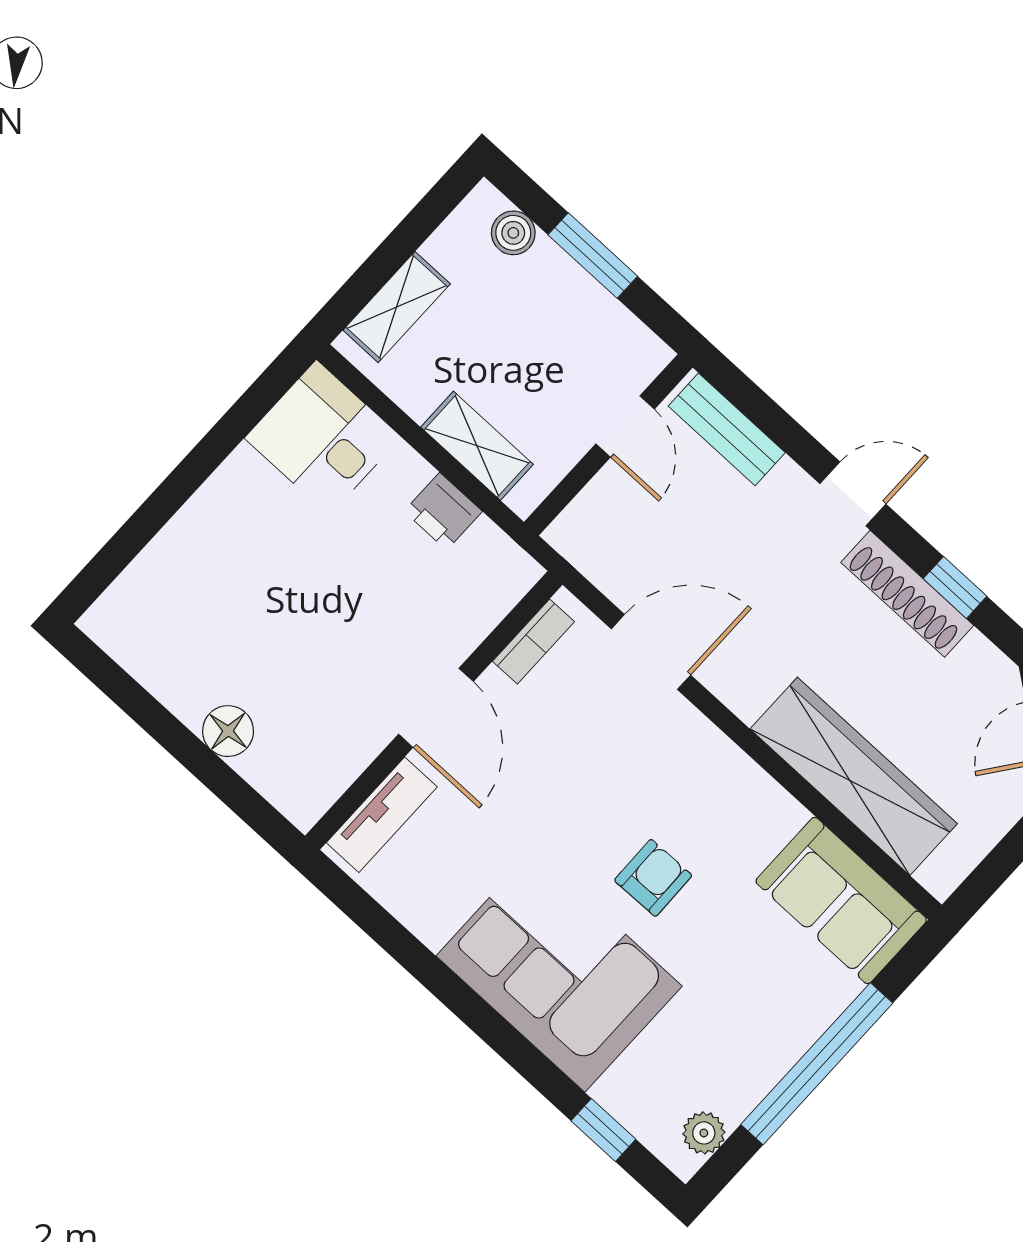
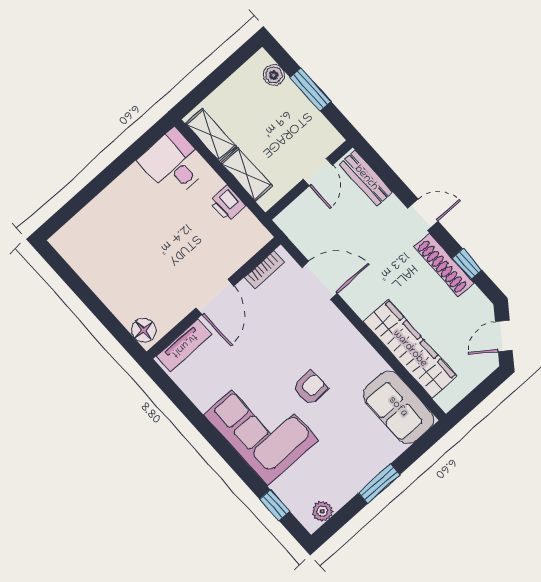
shelving: (397, 307) -> (211, 135), moved, turned 90
floor lamp: (228, 731) -> (144, 330), moved
window: (817, 1064) -> (379, 484), width x0.47

